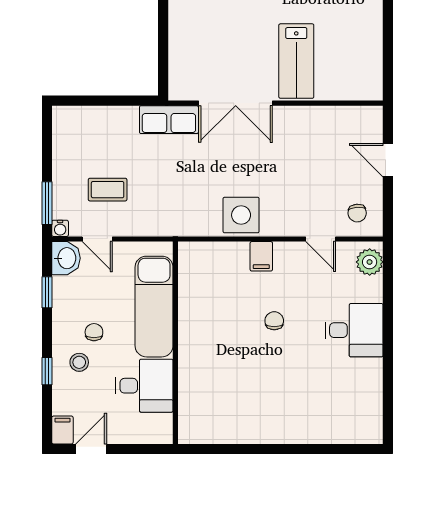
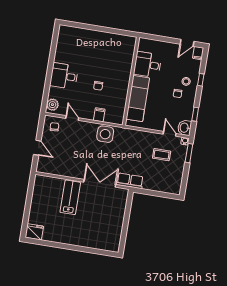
exam couch: (154, 307) -> (138, 98), moved
wall: (175, 343) -> (131, 81), moved
desk: (144, 386) -> (148, 65), moved

